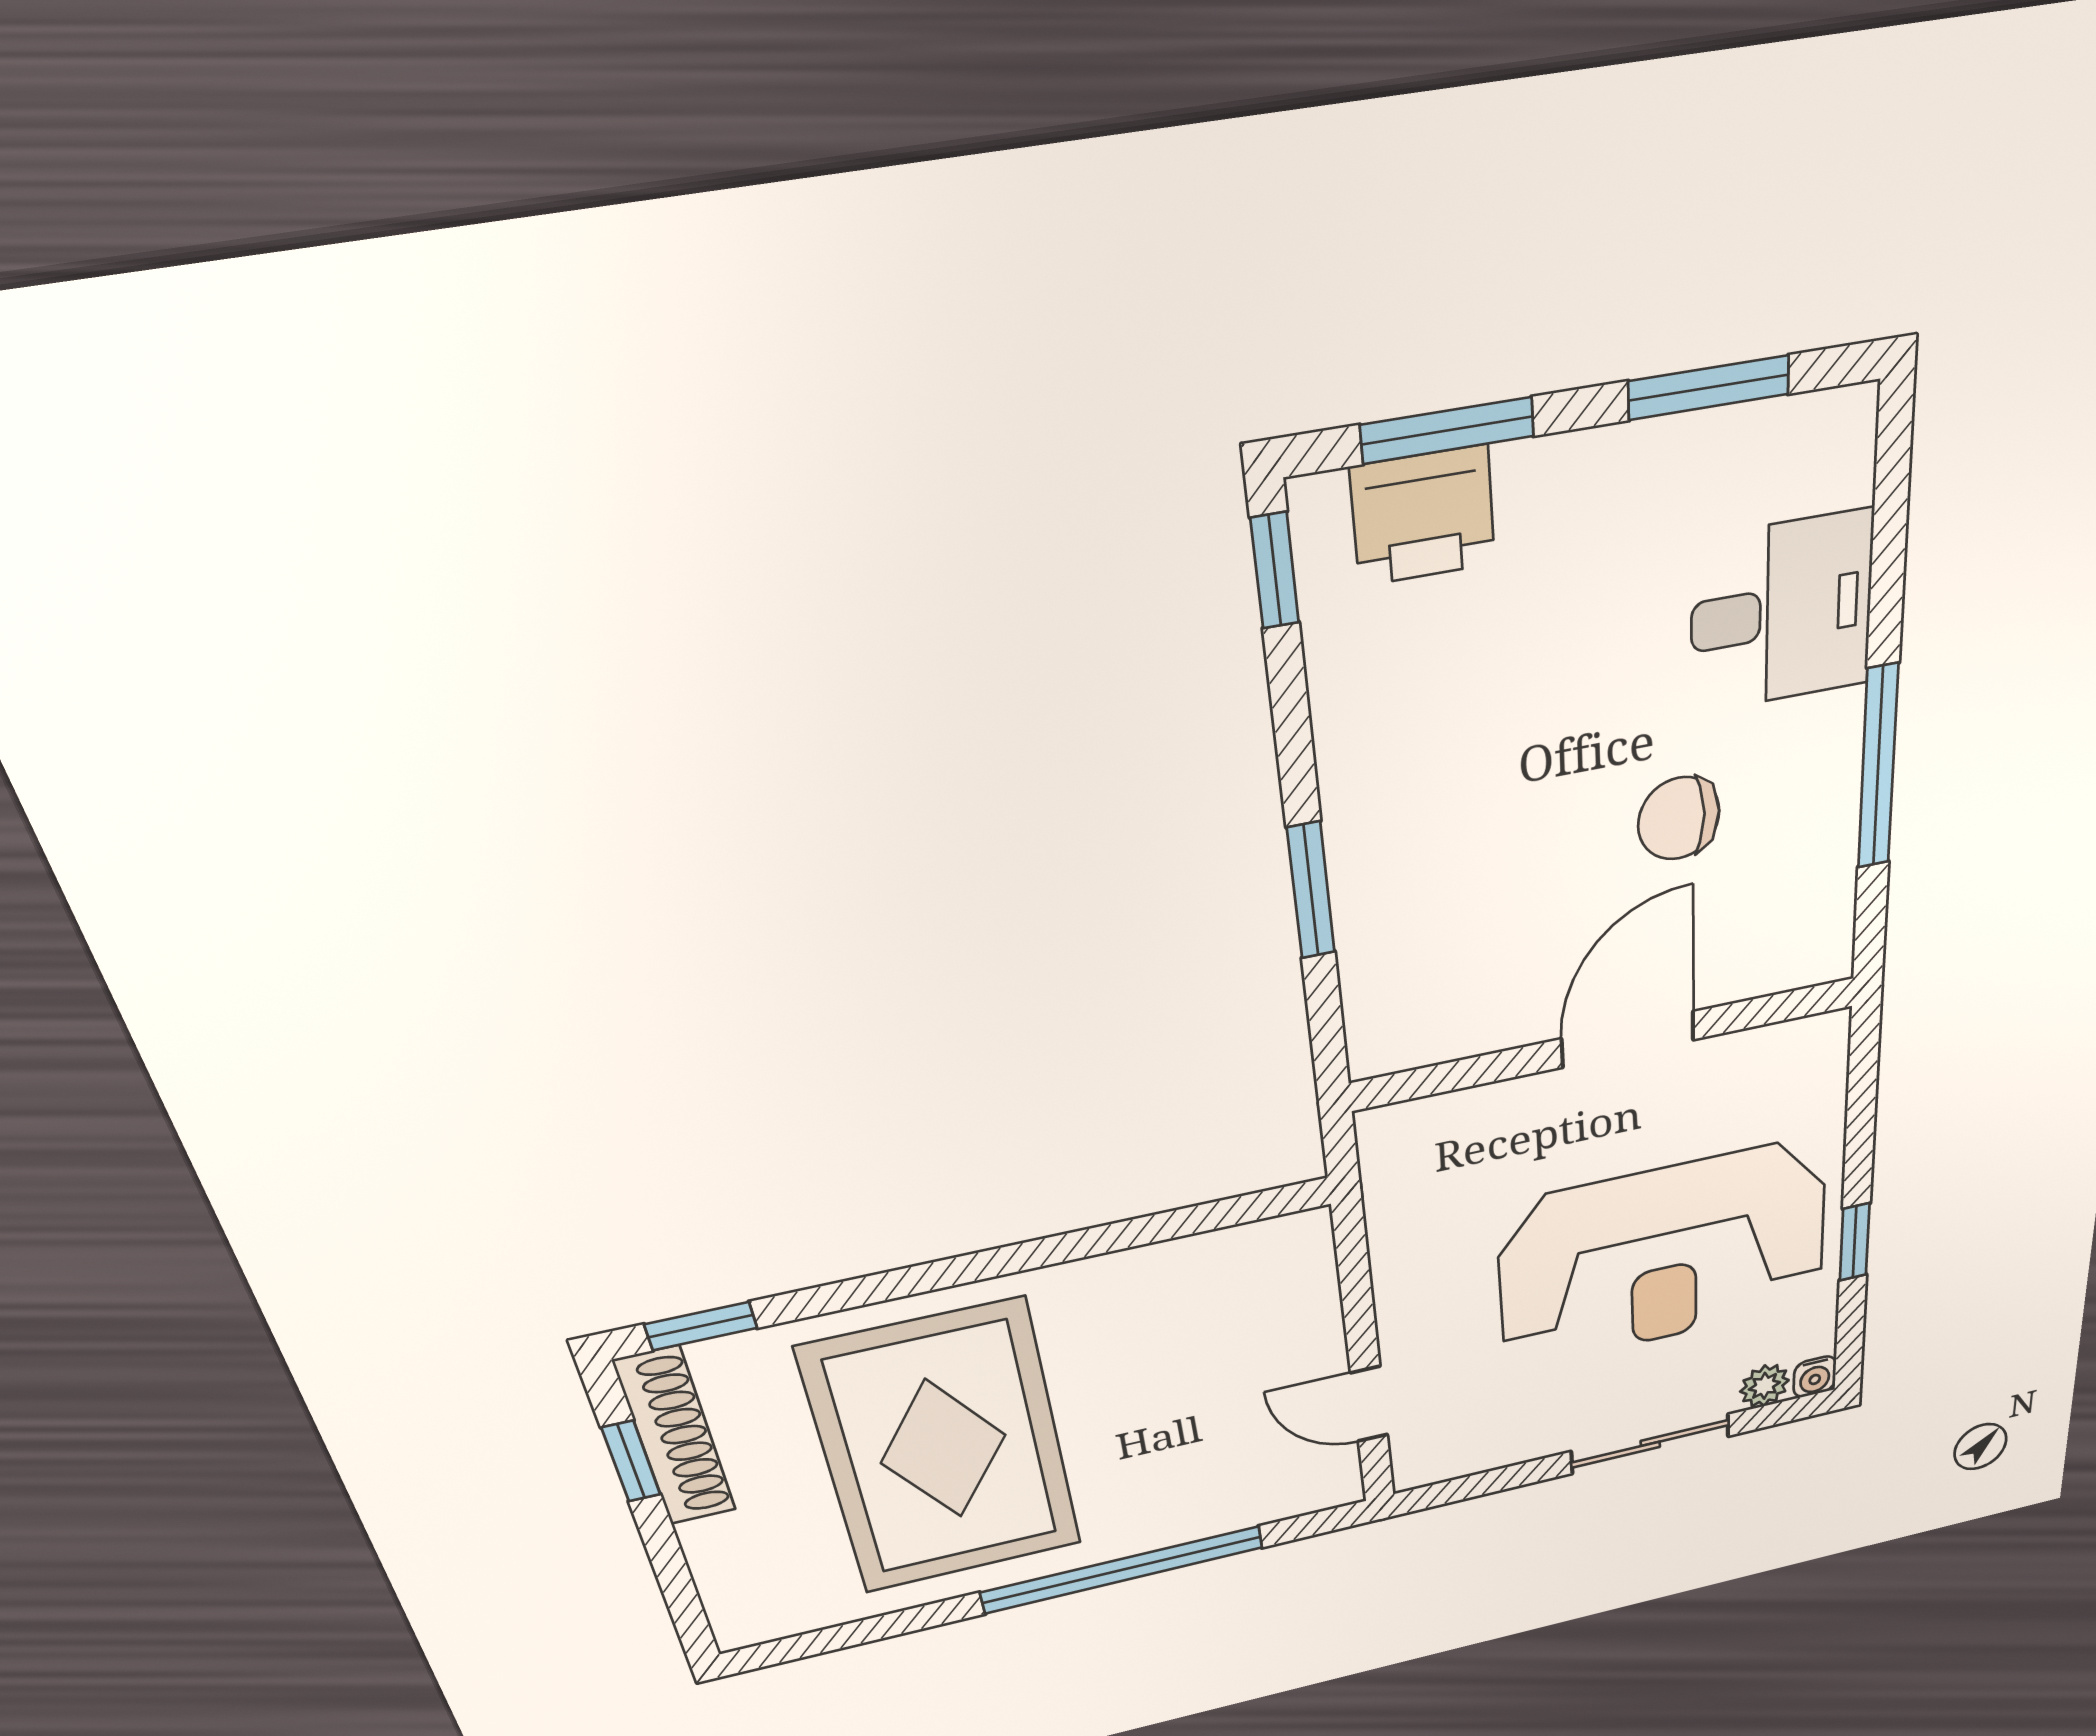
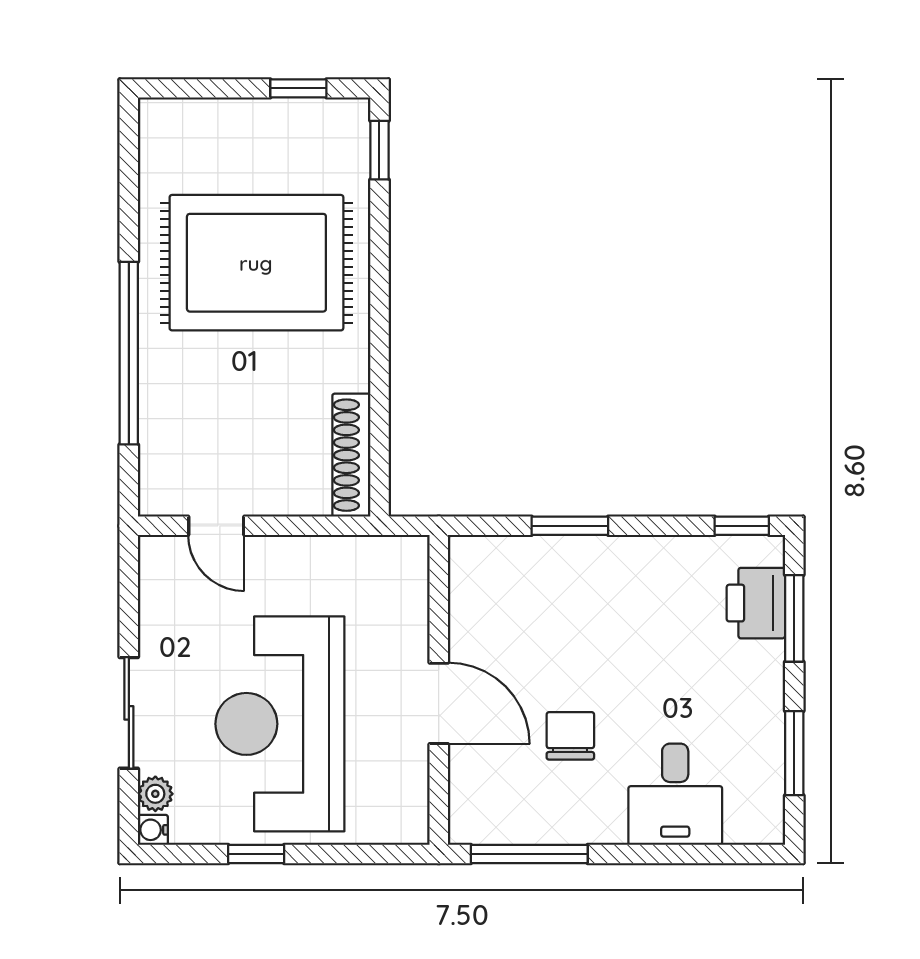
window: (1878, 767) -> (529, 854), moved
door: (1369, 1404) -> (216, 526), swing flipped
shoe rack: (675, 1436) -> (351, 455), moved, turned 90

